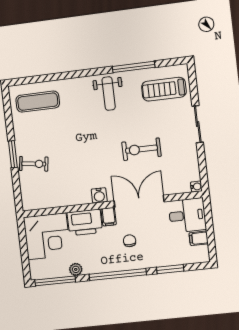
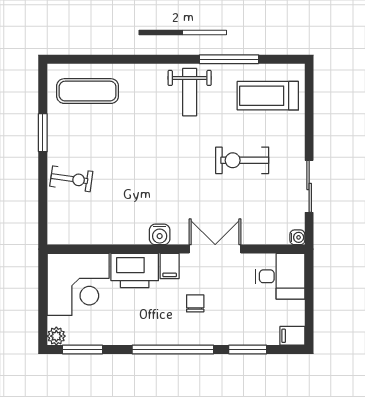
sliding door: (198, 124) -> (309, 186), moved
exercise bike: (141, 149) -> (242, 160), moved
window: (13, 154) -> (43, 133), moved
double door: (139, 201) -> (215, 249), width x0.73
filing cabinet: (199, 238) -> (292, 336), moved
plant: (76, 269) -> (56, 336), moved
window: (55, 281) -> (83, 350), width x0.69

